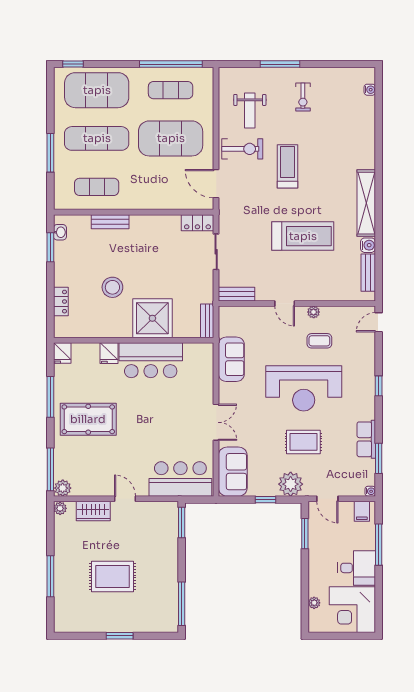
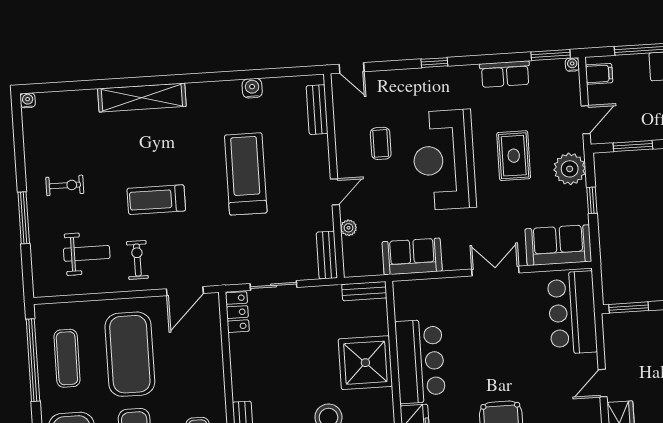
water cooler: (370, 90) -> (28, 100), moved
exercise bike: (242, 149) -> (137, 260), width x0.73, depth x0.72
shelving: (366, 203) -> (142, 98), moved
bench: (368, 273) -> (317, 110), moved, turned 90
plant: (314, 312) -> (349, 228), moved
reception desk: (304, 388) -> (444, 160), turned 180
window: (379, 458) -> (551, 55), moved

